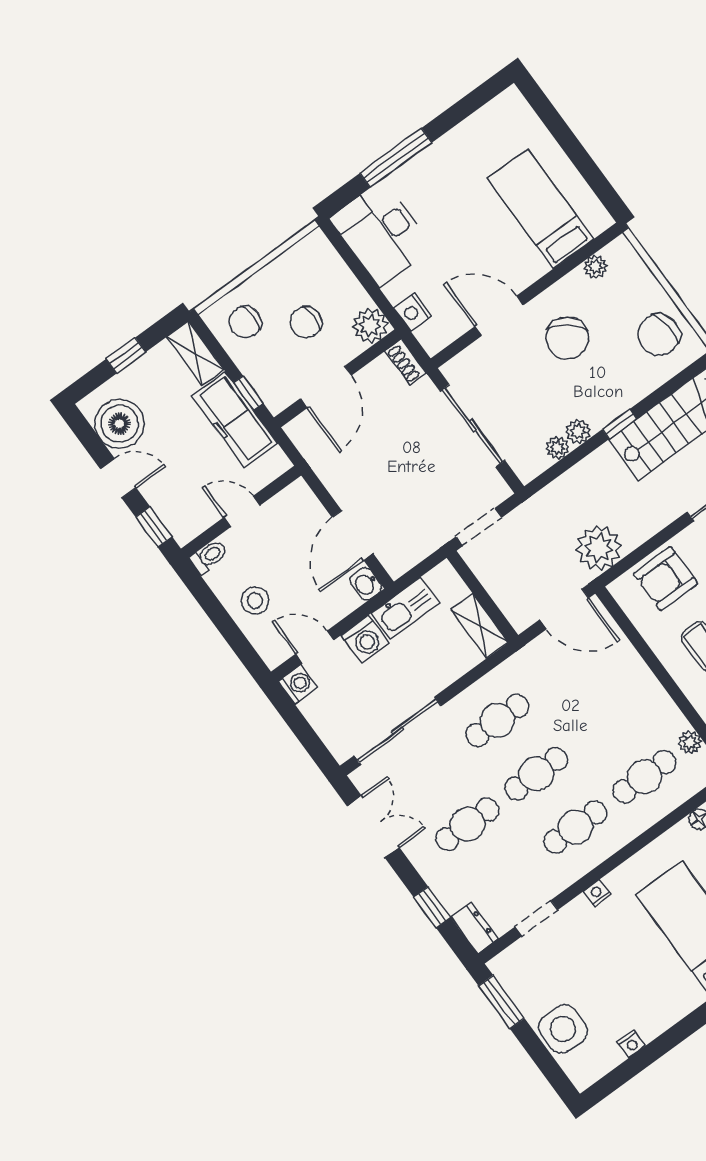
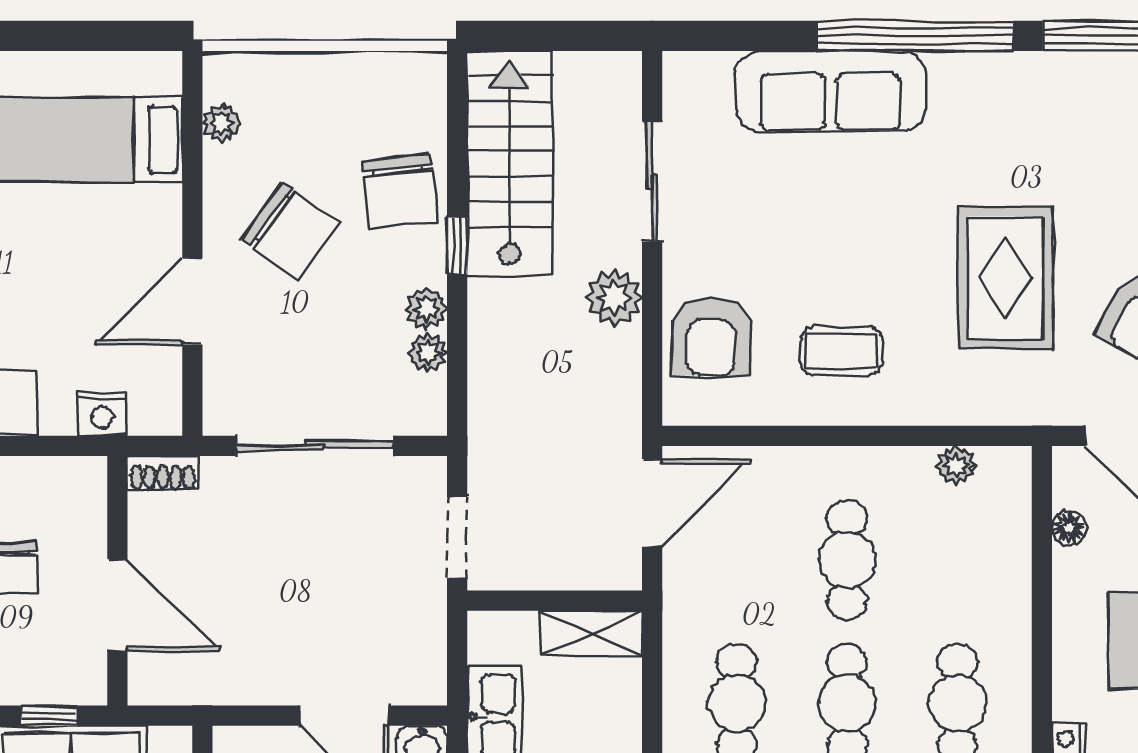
plant: (370, 326) -> (78, 485), removed
chair: (659, 335) -> (400, 191), moved
plant: (599, 548) -> (614, 298), moved, width x0.73, depth x0.73
cafe table: (644, 777) -> (847, 560), moved

